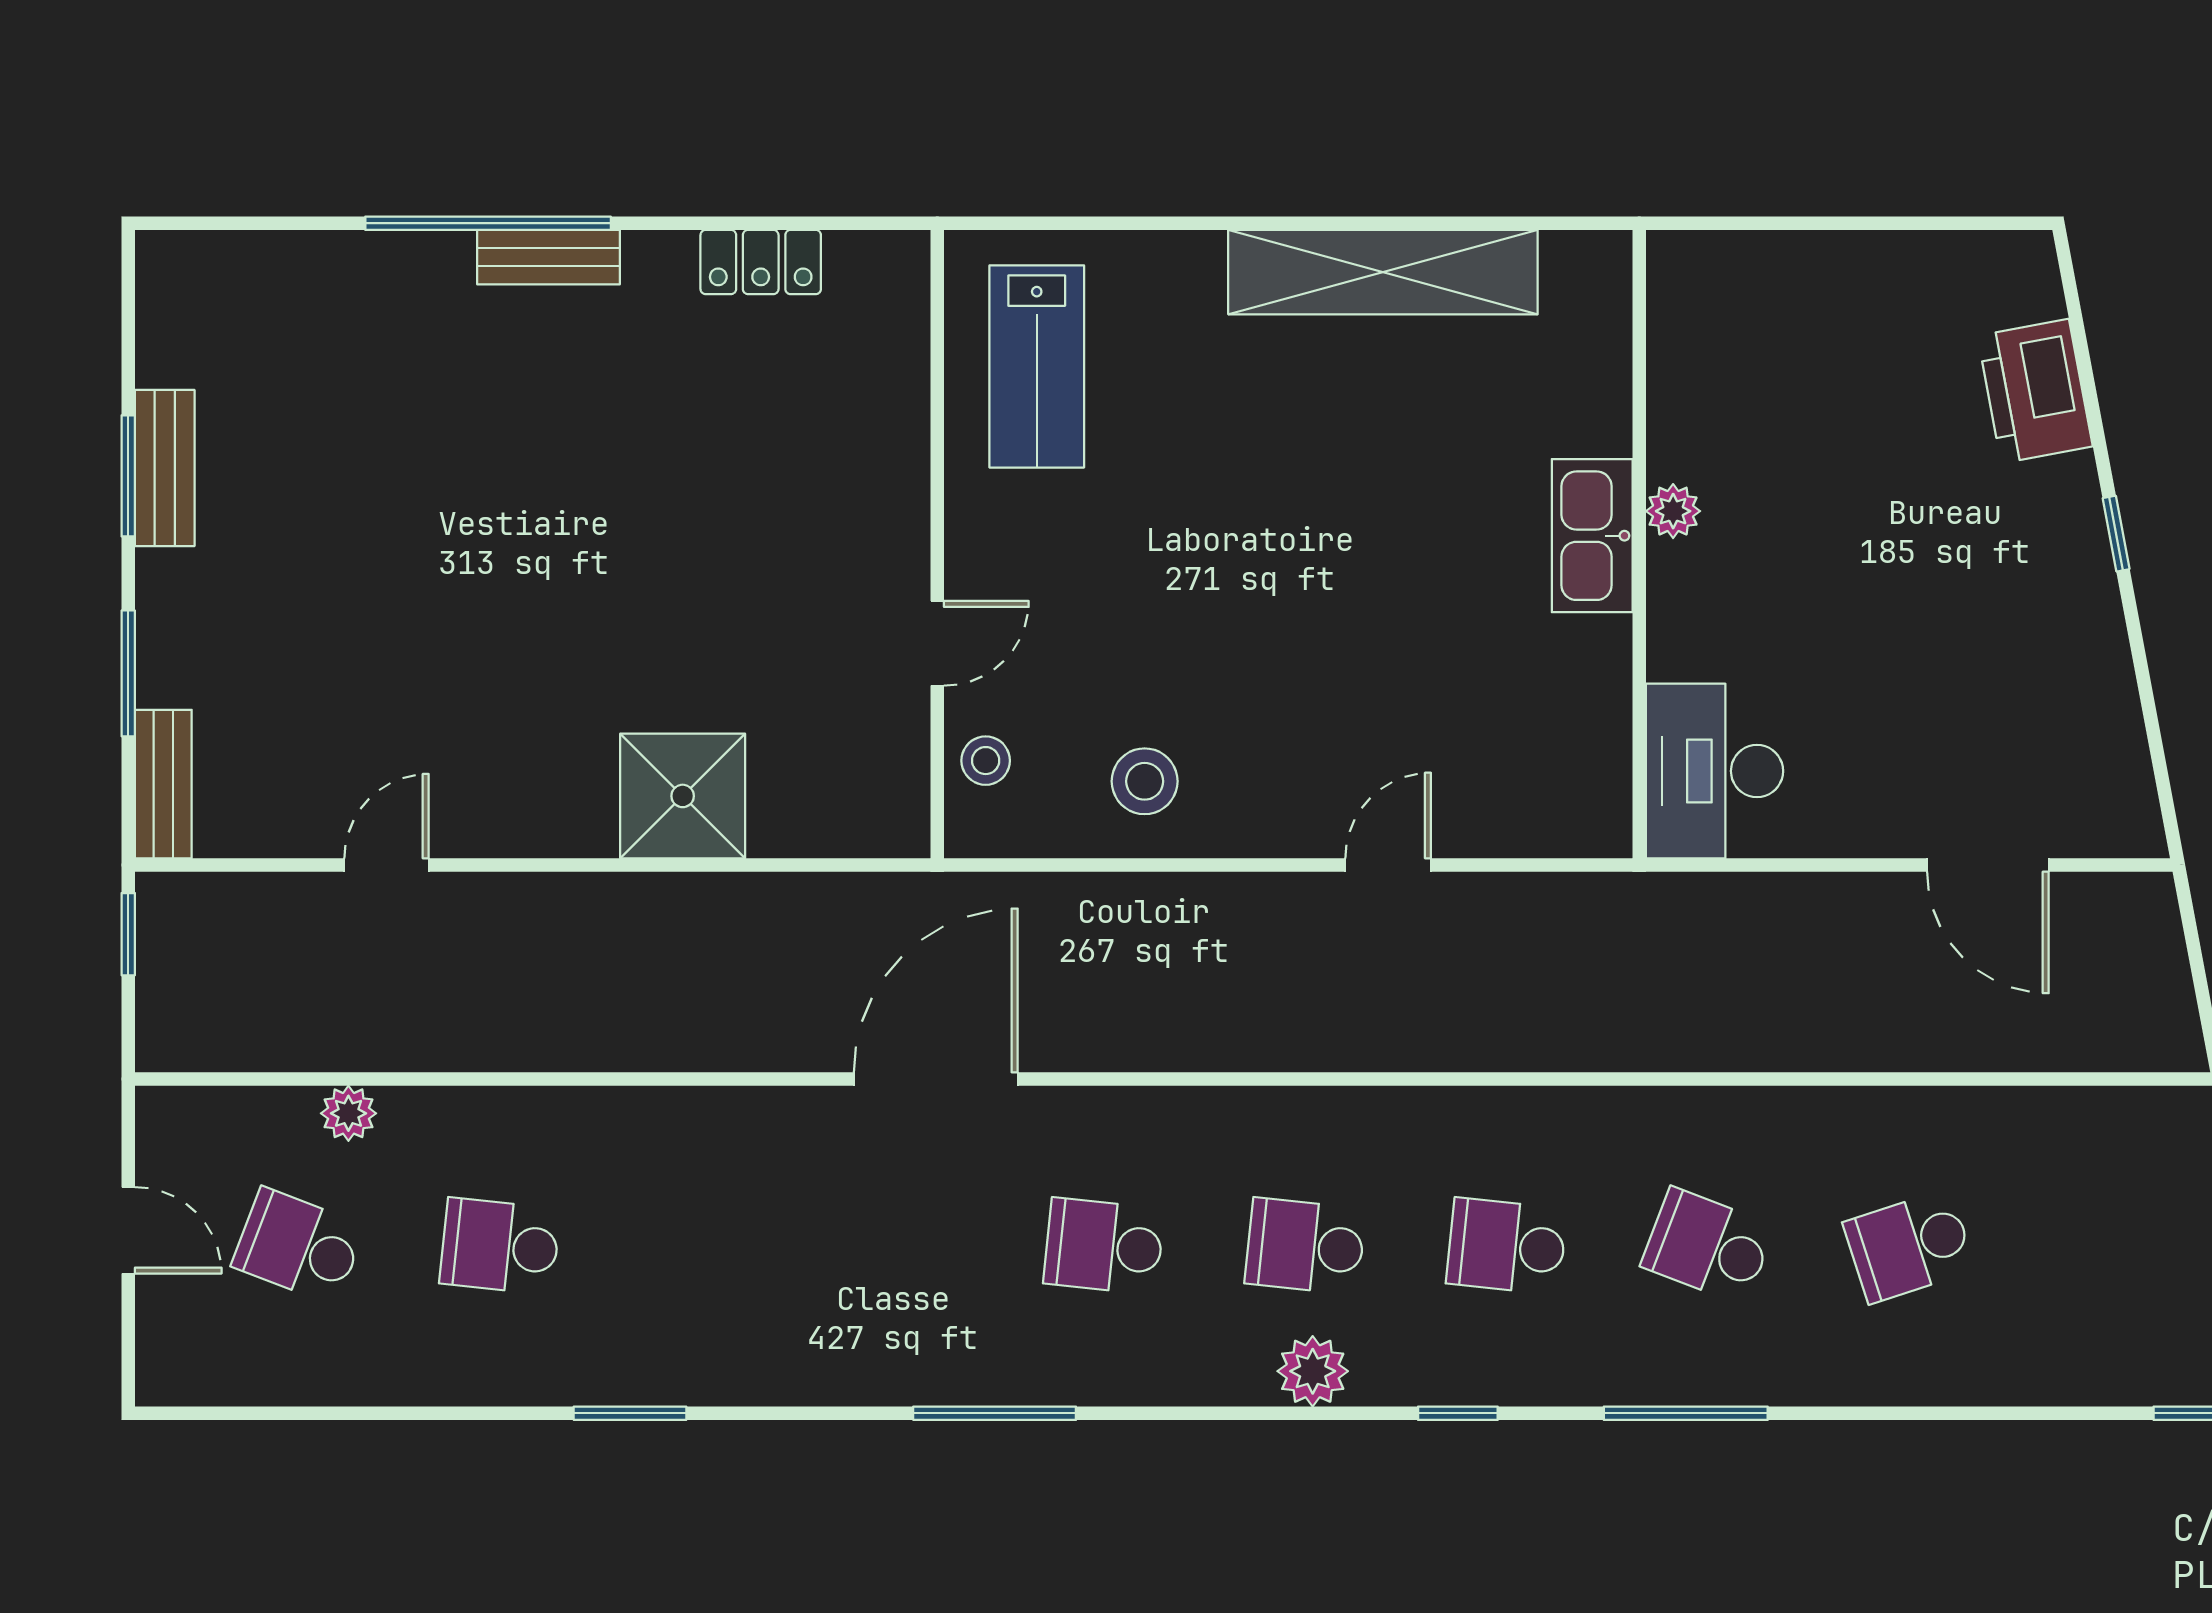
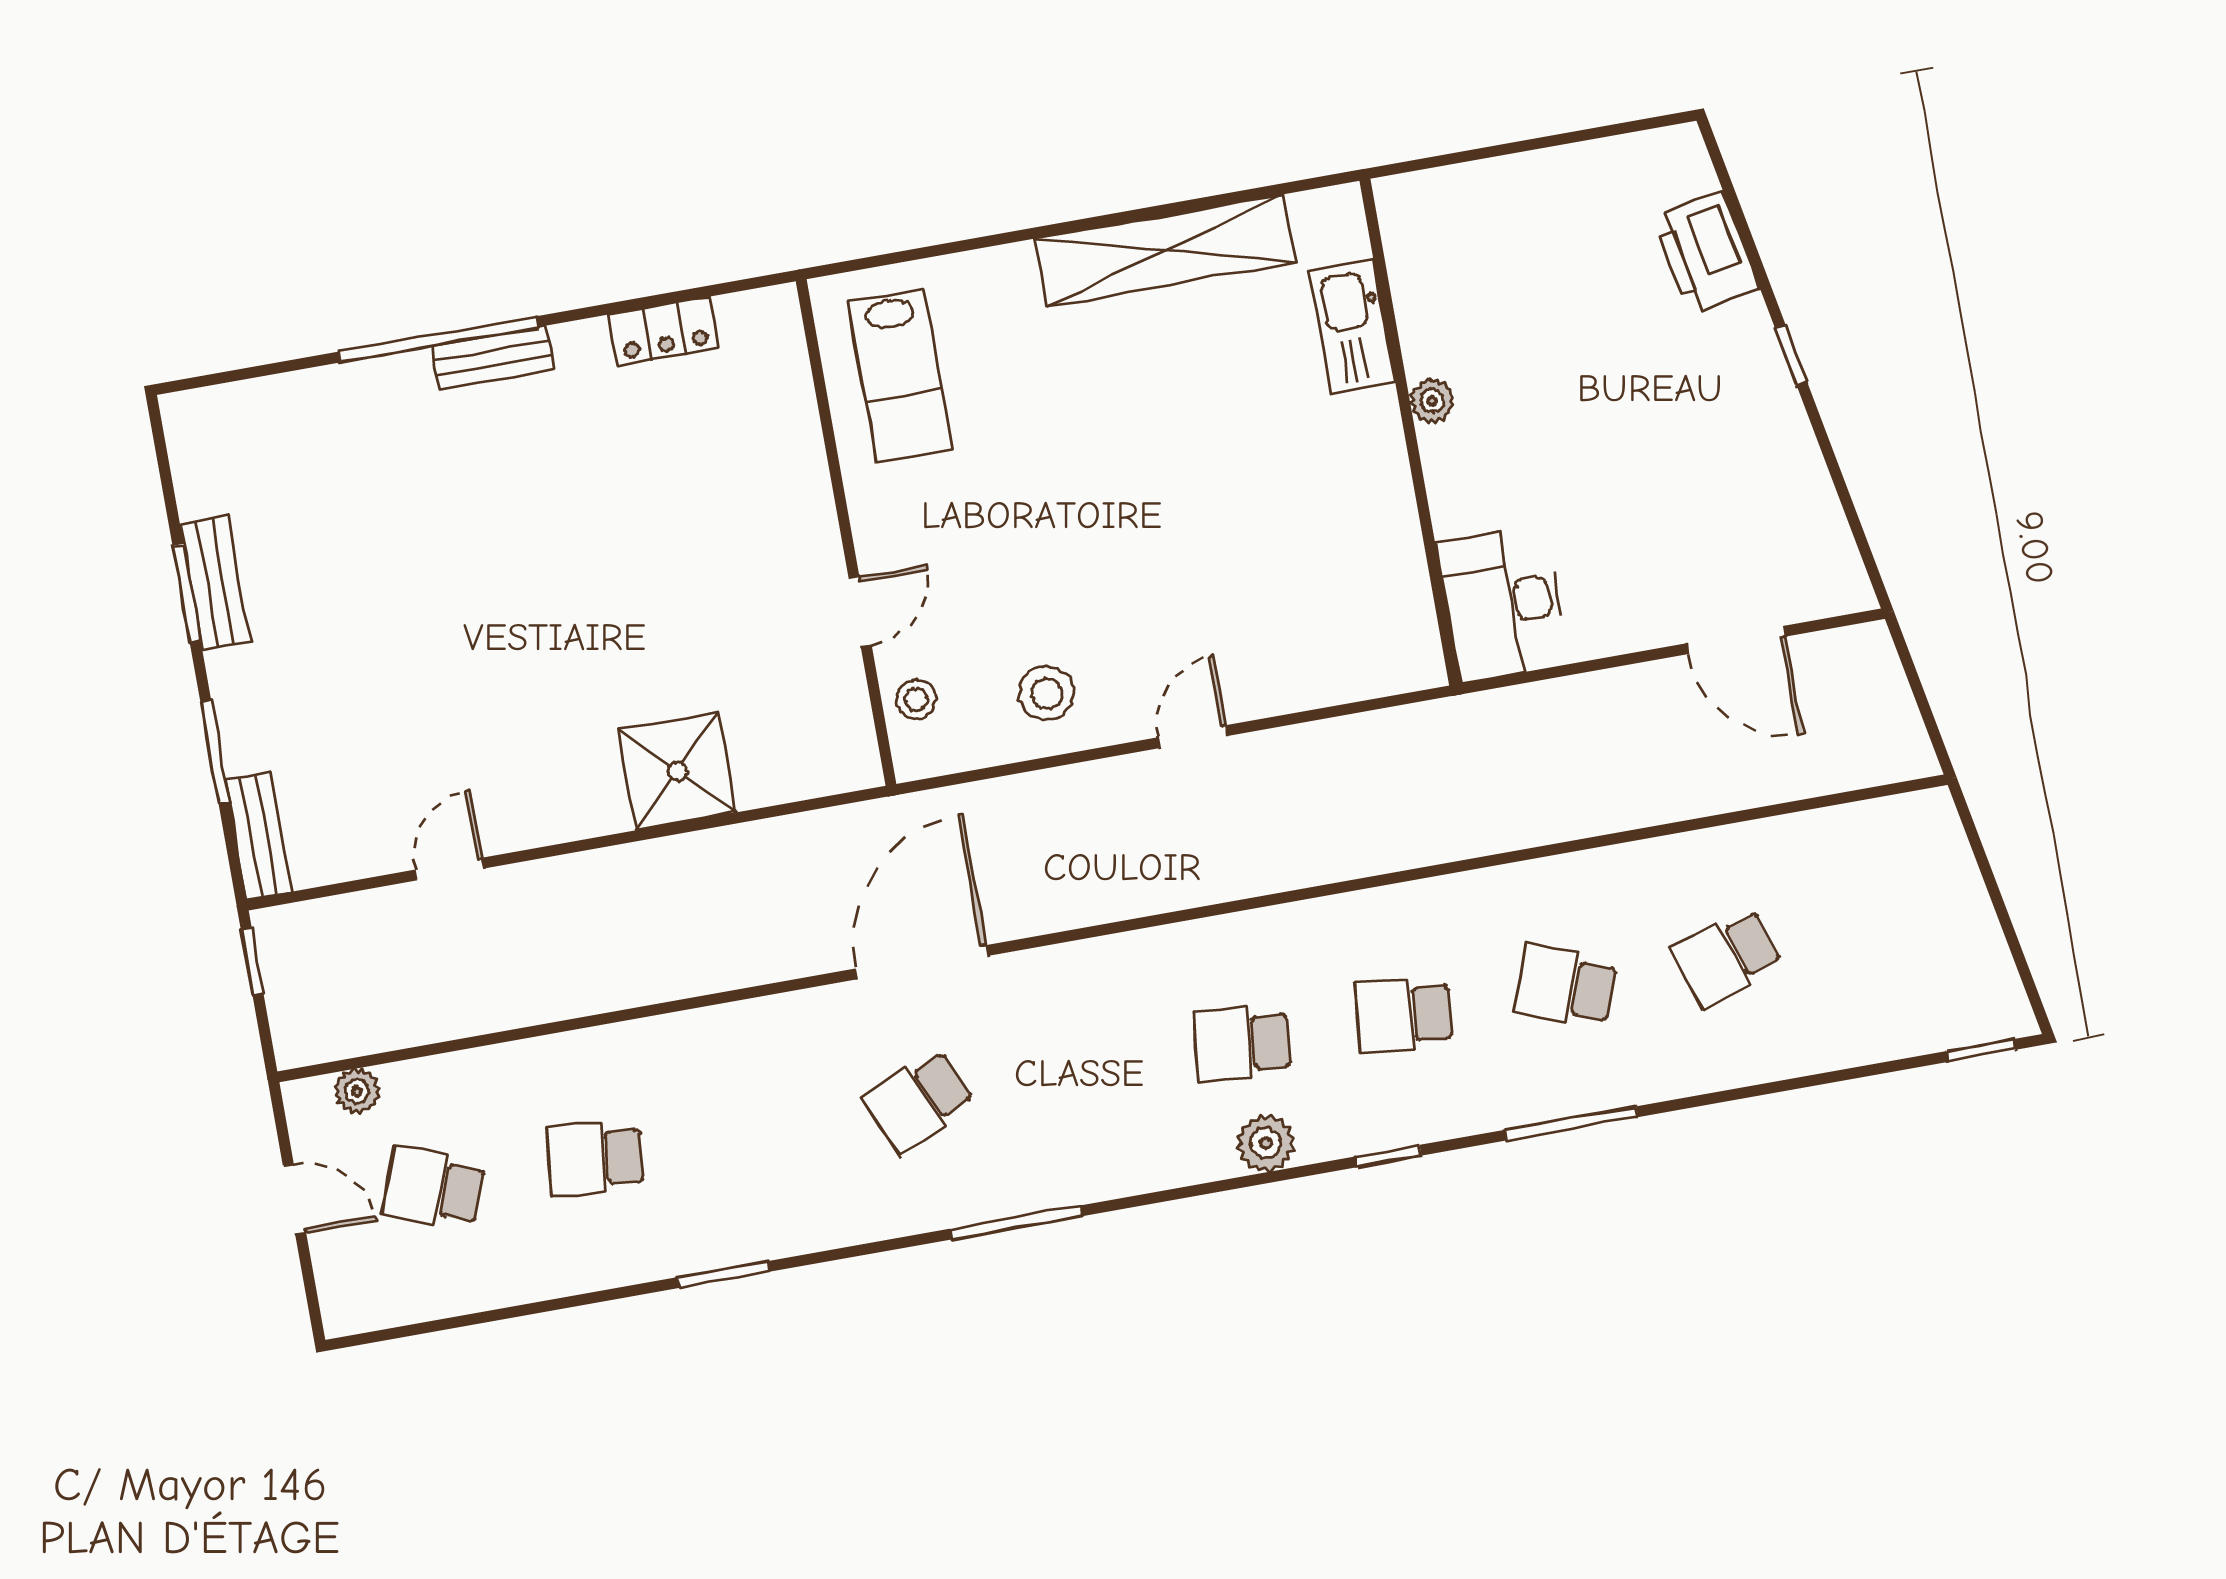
kitchen sink: (1592, 536) -> (1352, 326), moved
door: (1388, 865) -> (1193, 737), moved
plant: (348, 1113) -> (357, 1091), moved
school desk: (1104, 1246) -> (919, 1101), moved, turned -30

